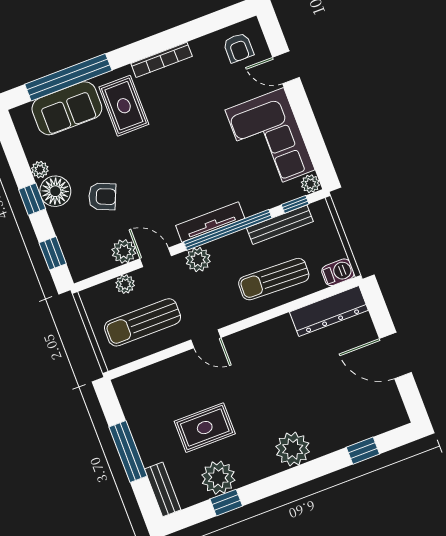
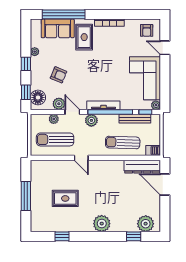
floor lamp: (55, 191) -> (38, 97), moved
door: (395, 356) -> (165, 184), moved
plant: (218, 478) -> (146, 224), moved
bench: (163, 489) -> (35, 219), removed

